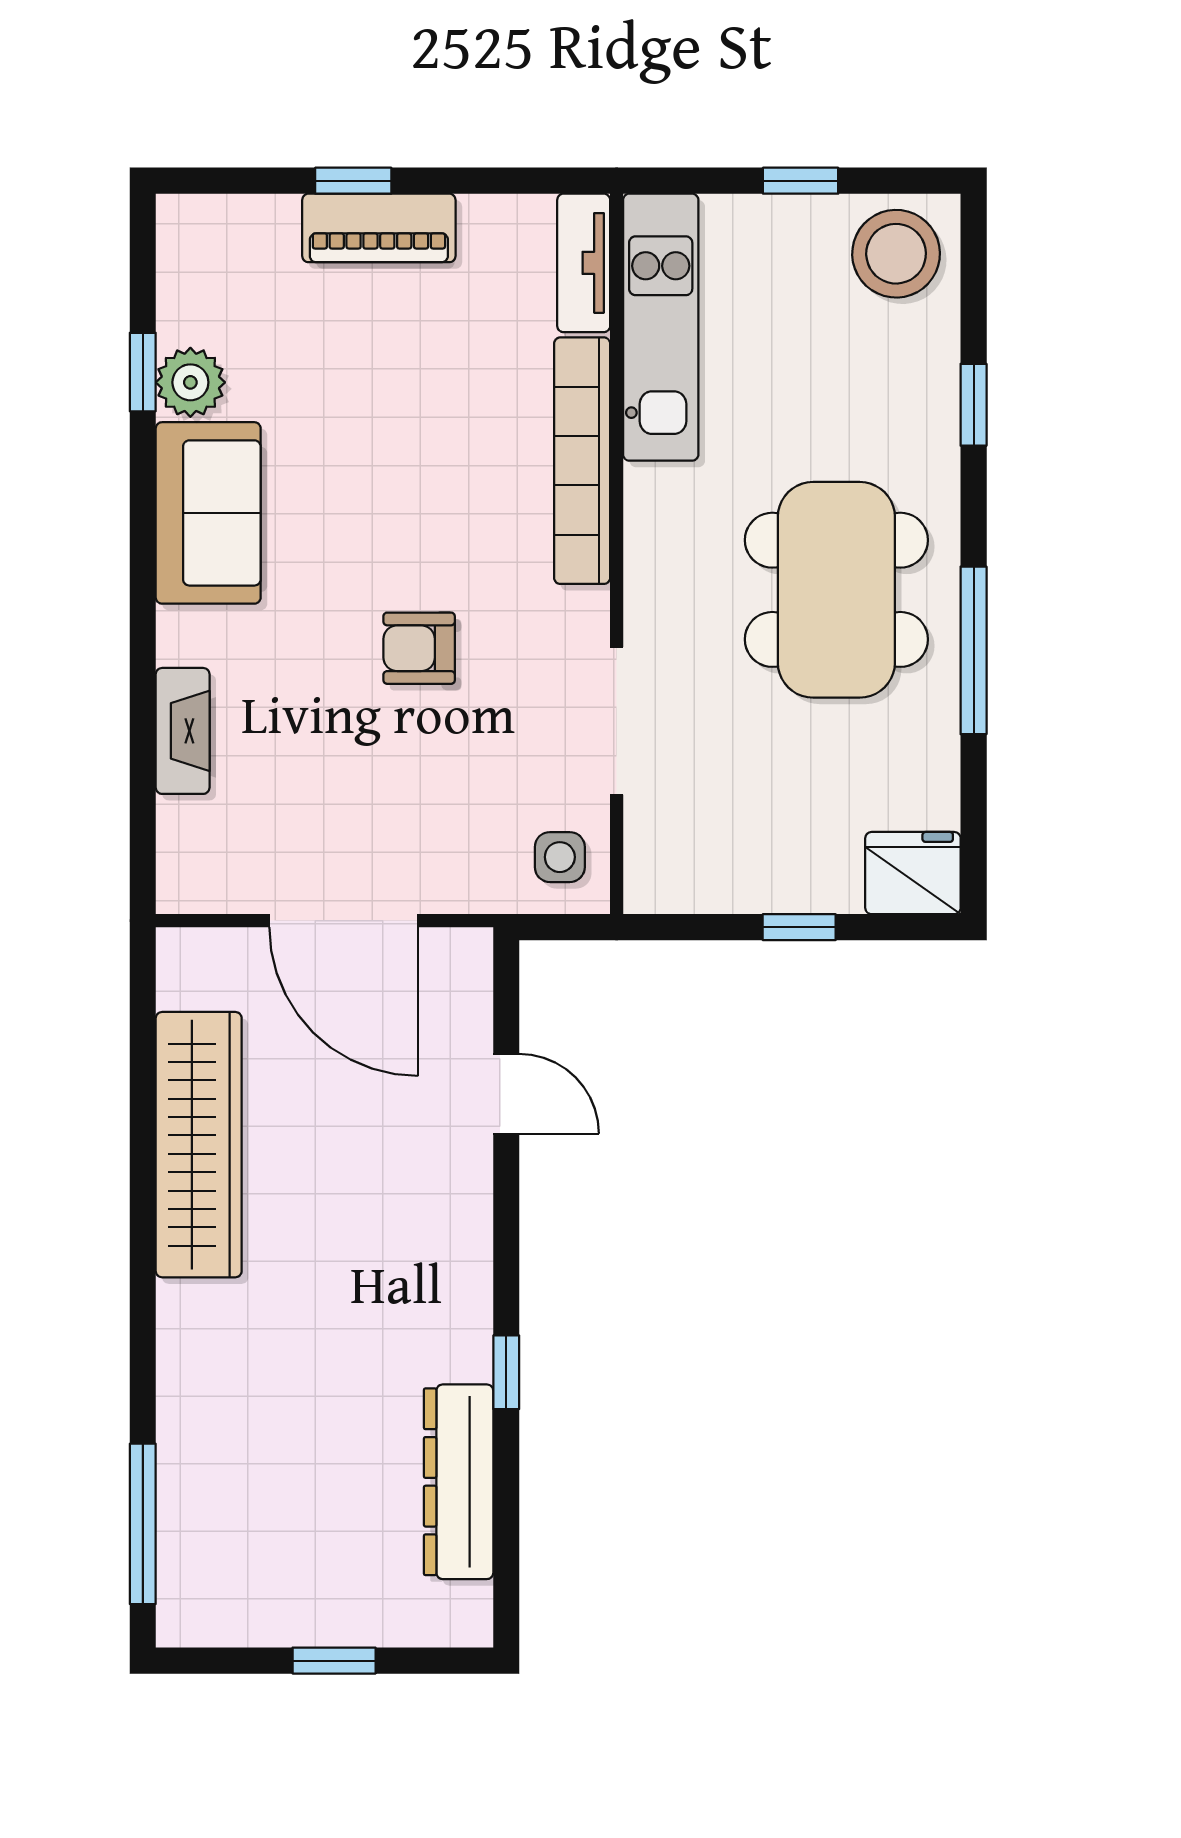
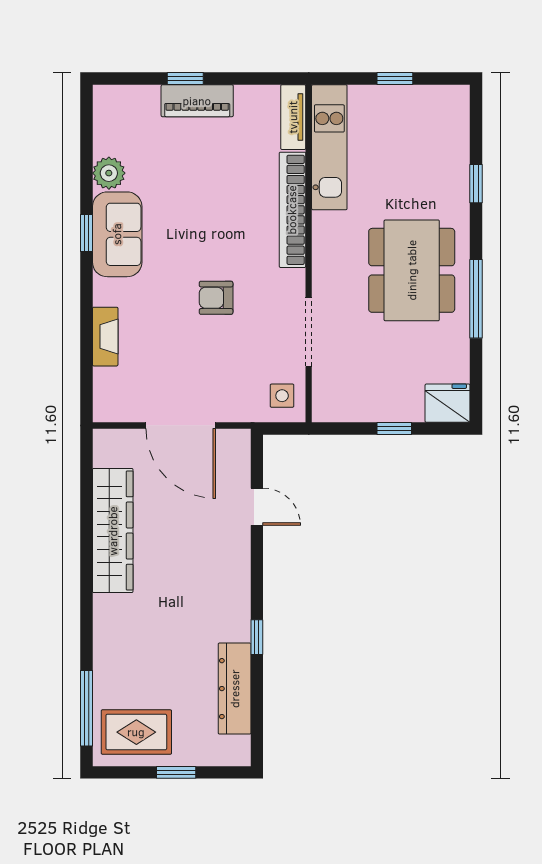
stool: (896, 254) -> (440, 113), removed
window: (143, 372) -> (86, 233), moved
rug: (249, 1574) -> (136, 732), added

